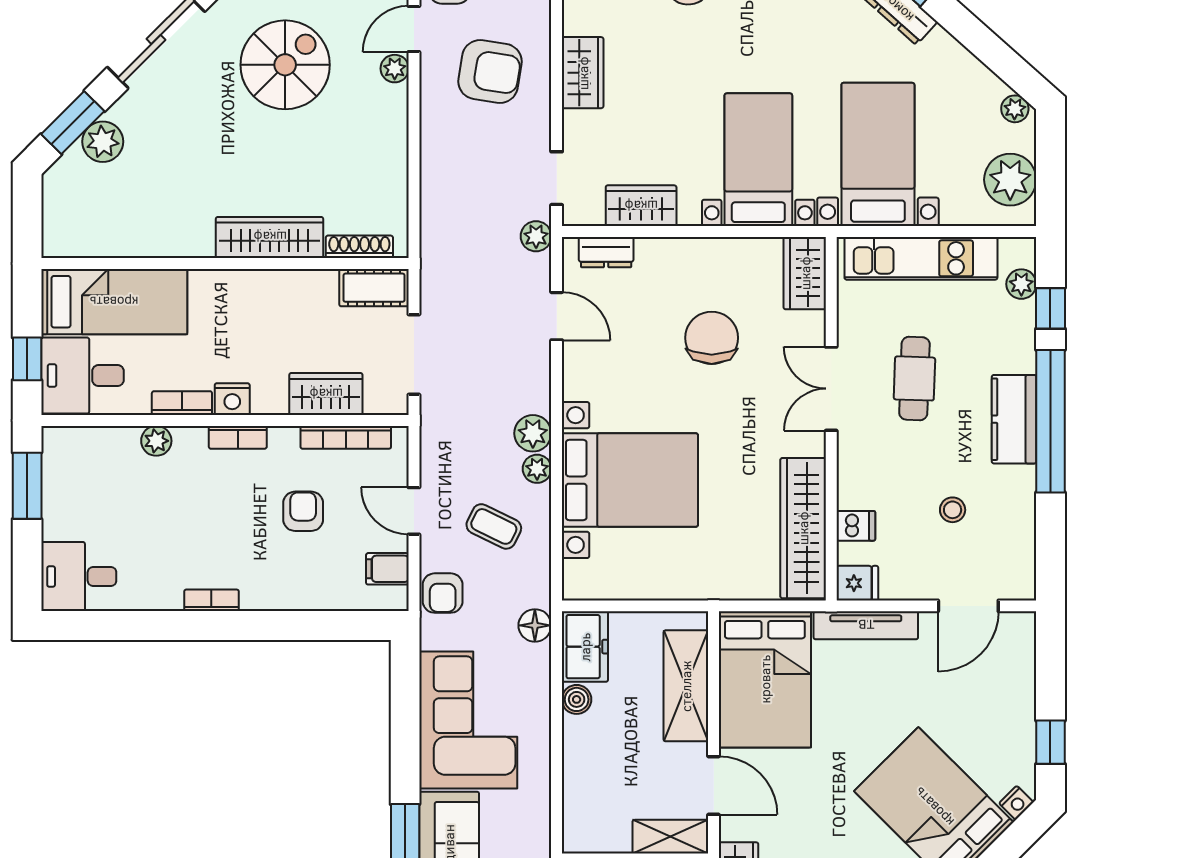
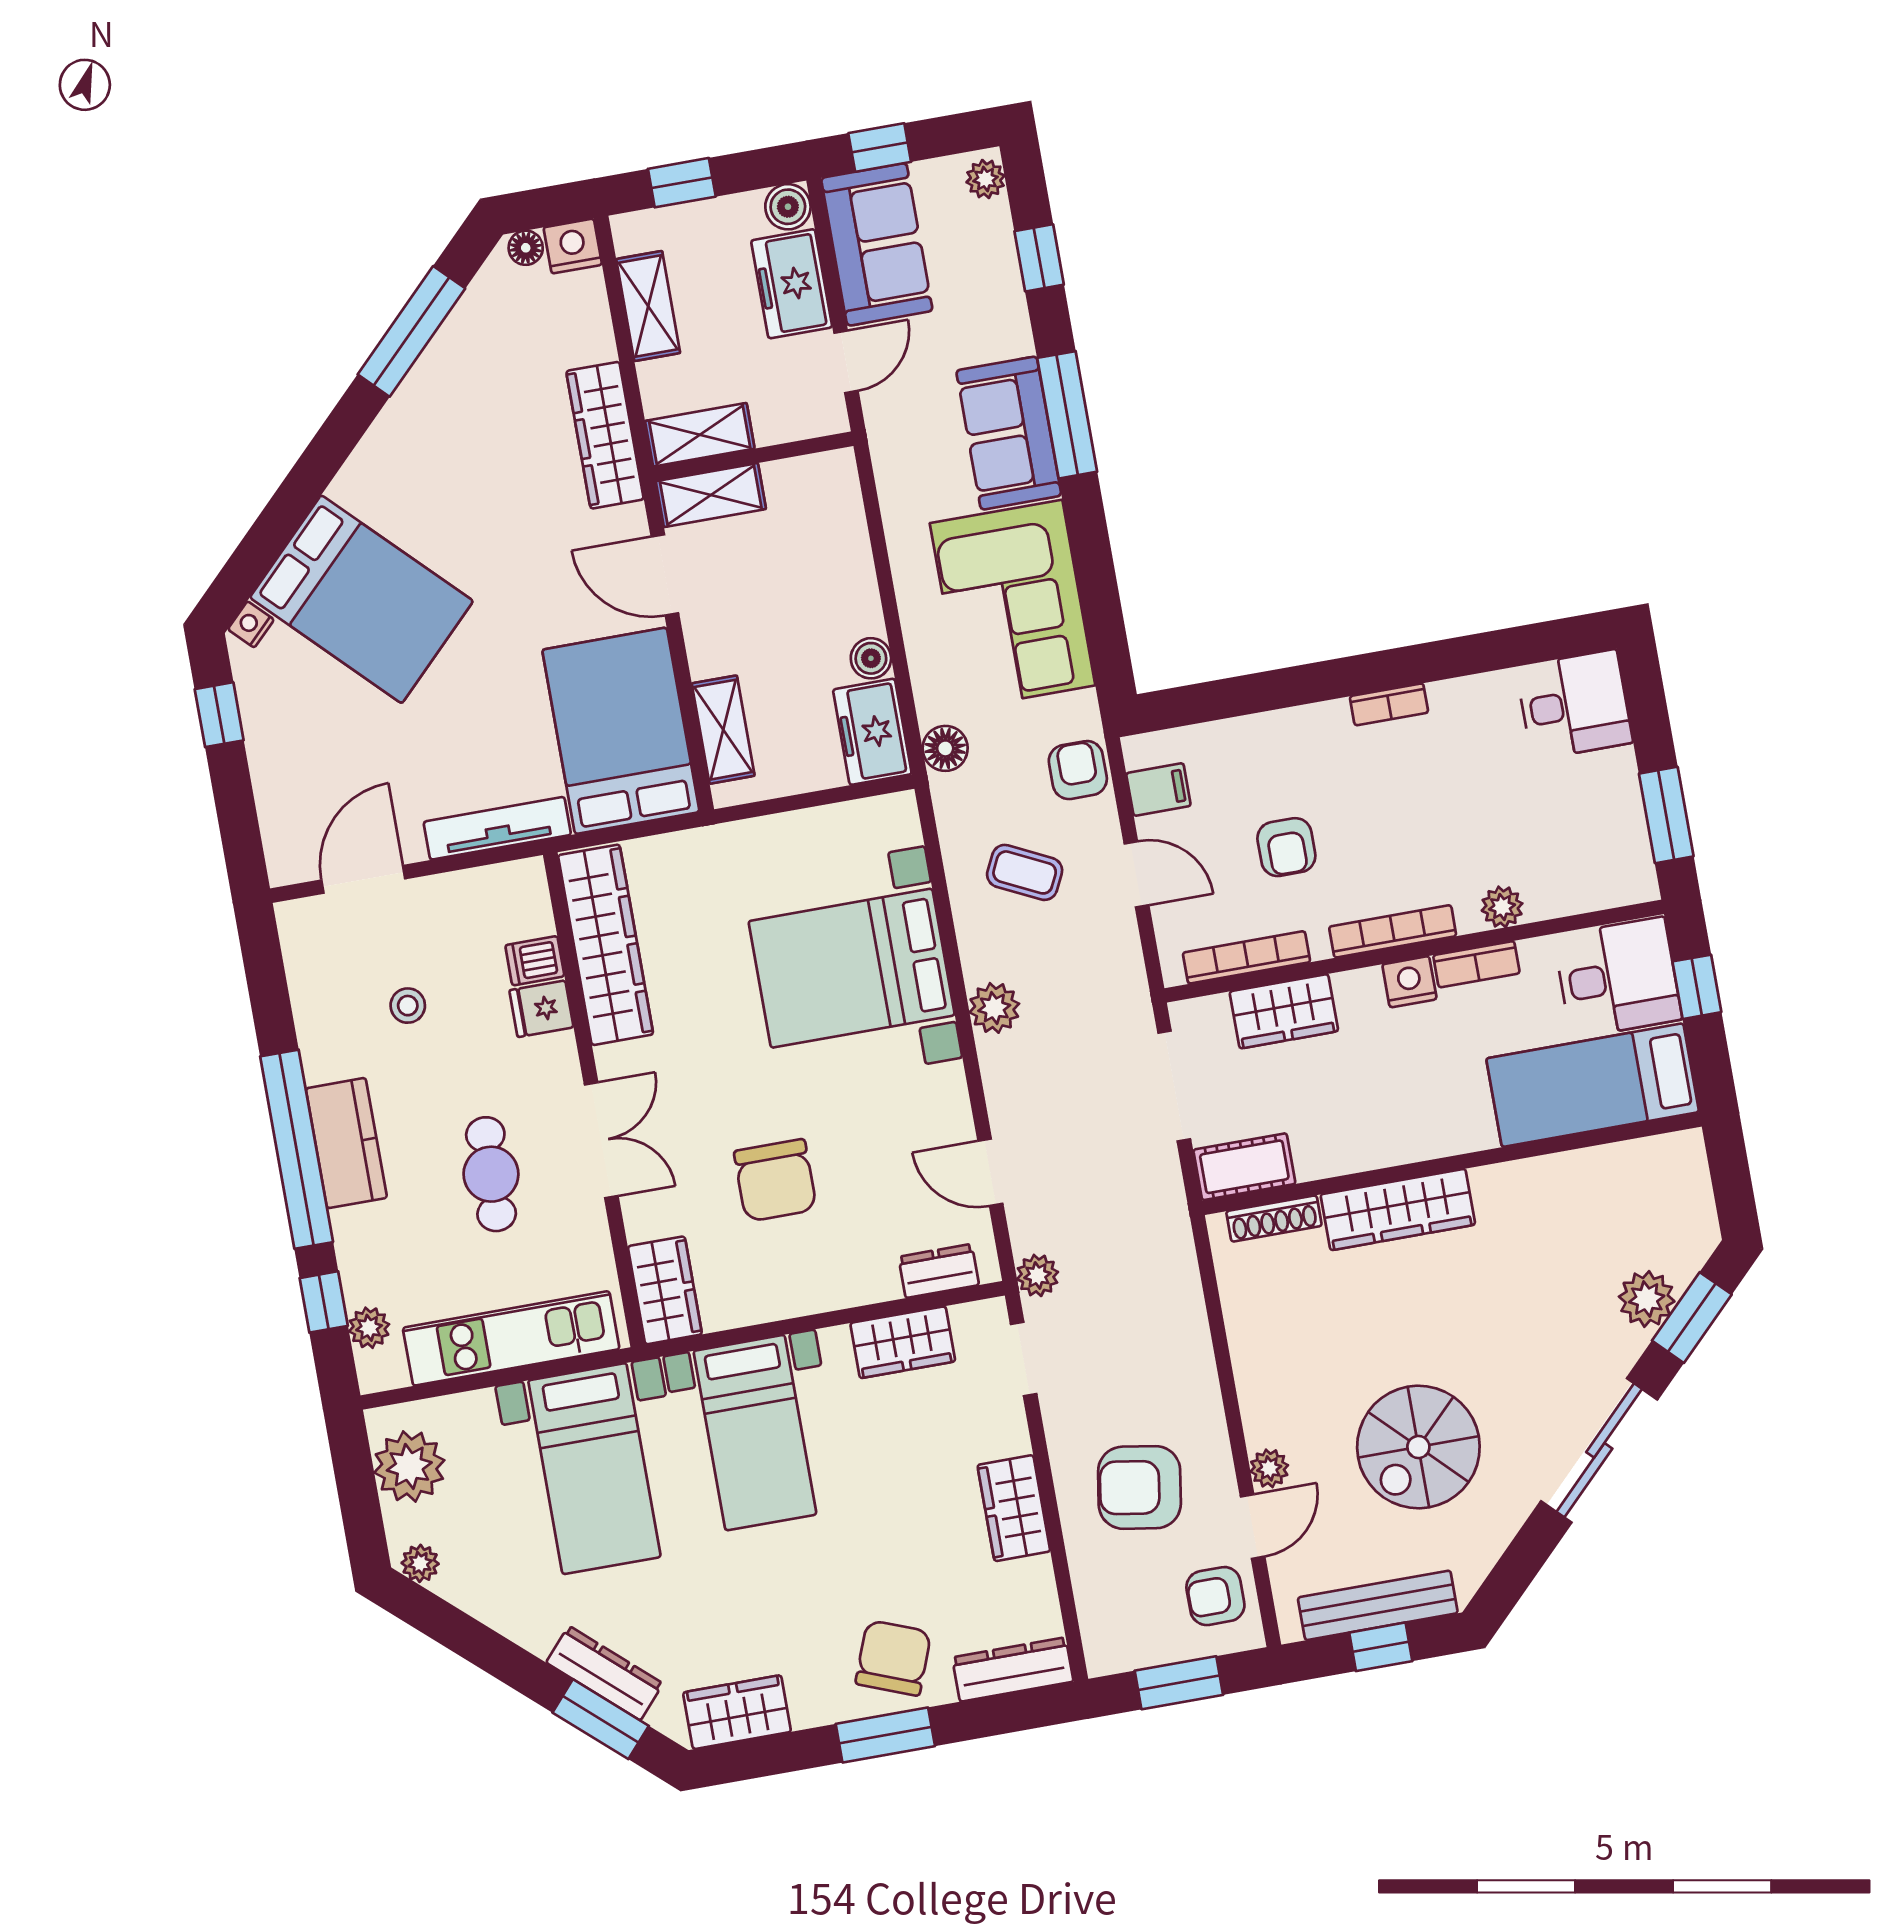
bookcase: (238, 437) -> (1393, 931), width x1.56
plant: (537, 469) -> (980, 961), removed
fridge: (857, 583) -> (541, 1009), moved
shelving: (686, 686) -> (723, 730), width x0.67, depth x0.75

